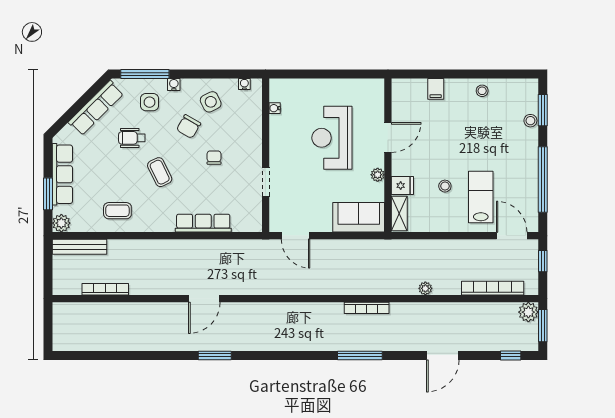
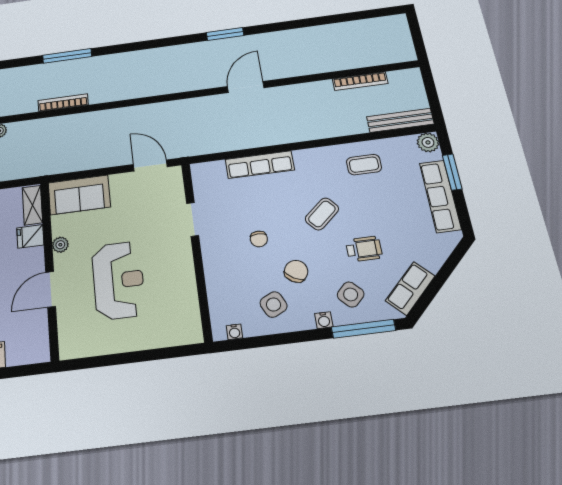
side table: (150, 102) -> (351, 294), turned 45
row of seats: (96, 108) -> (410, 288), width x0.68
water cooler: (275, 108) -> (193, 307), removed
coffee table: (160, 172) -> (322, 214), turned 75

